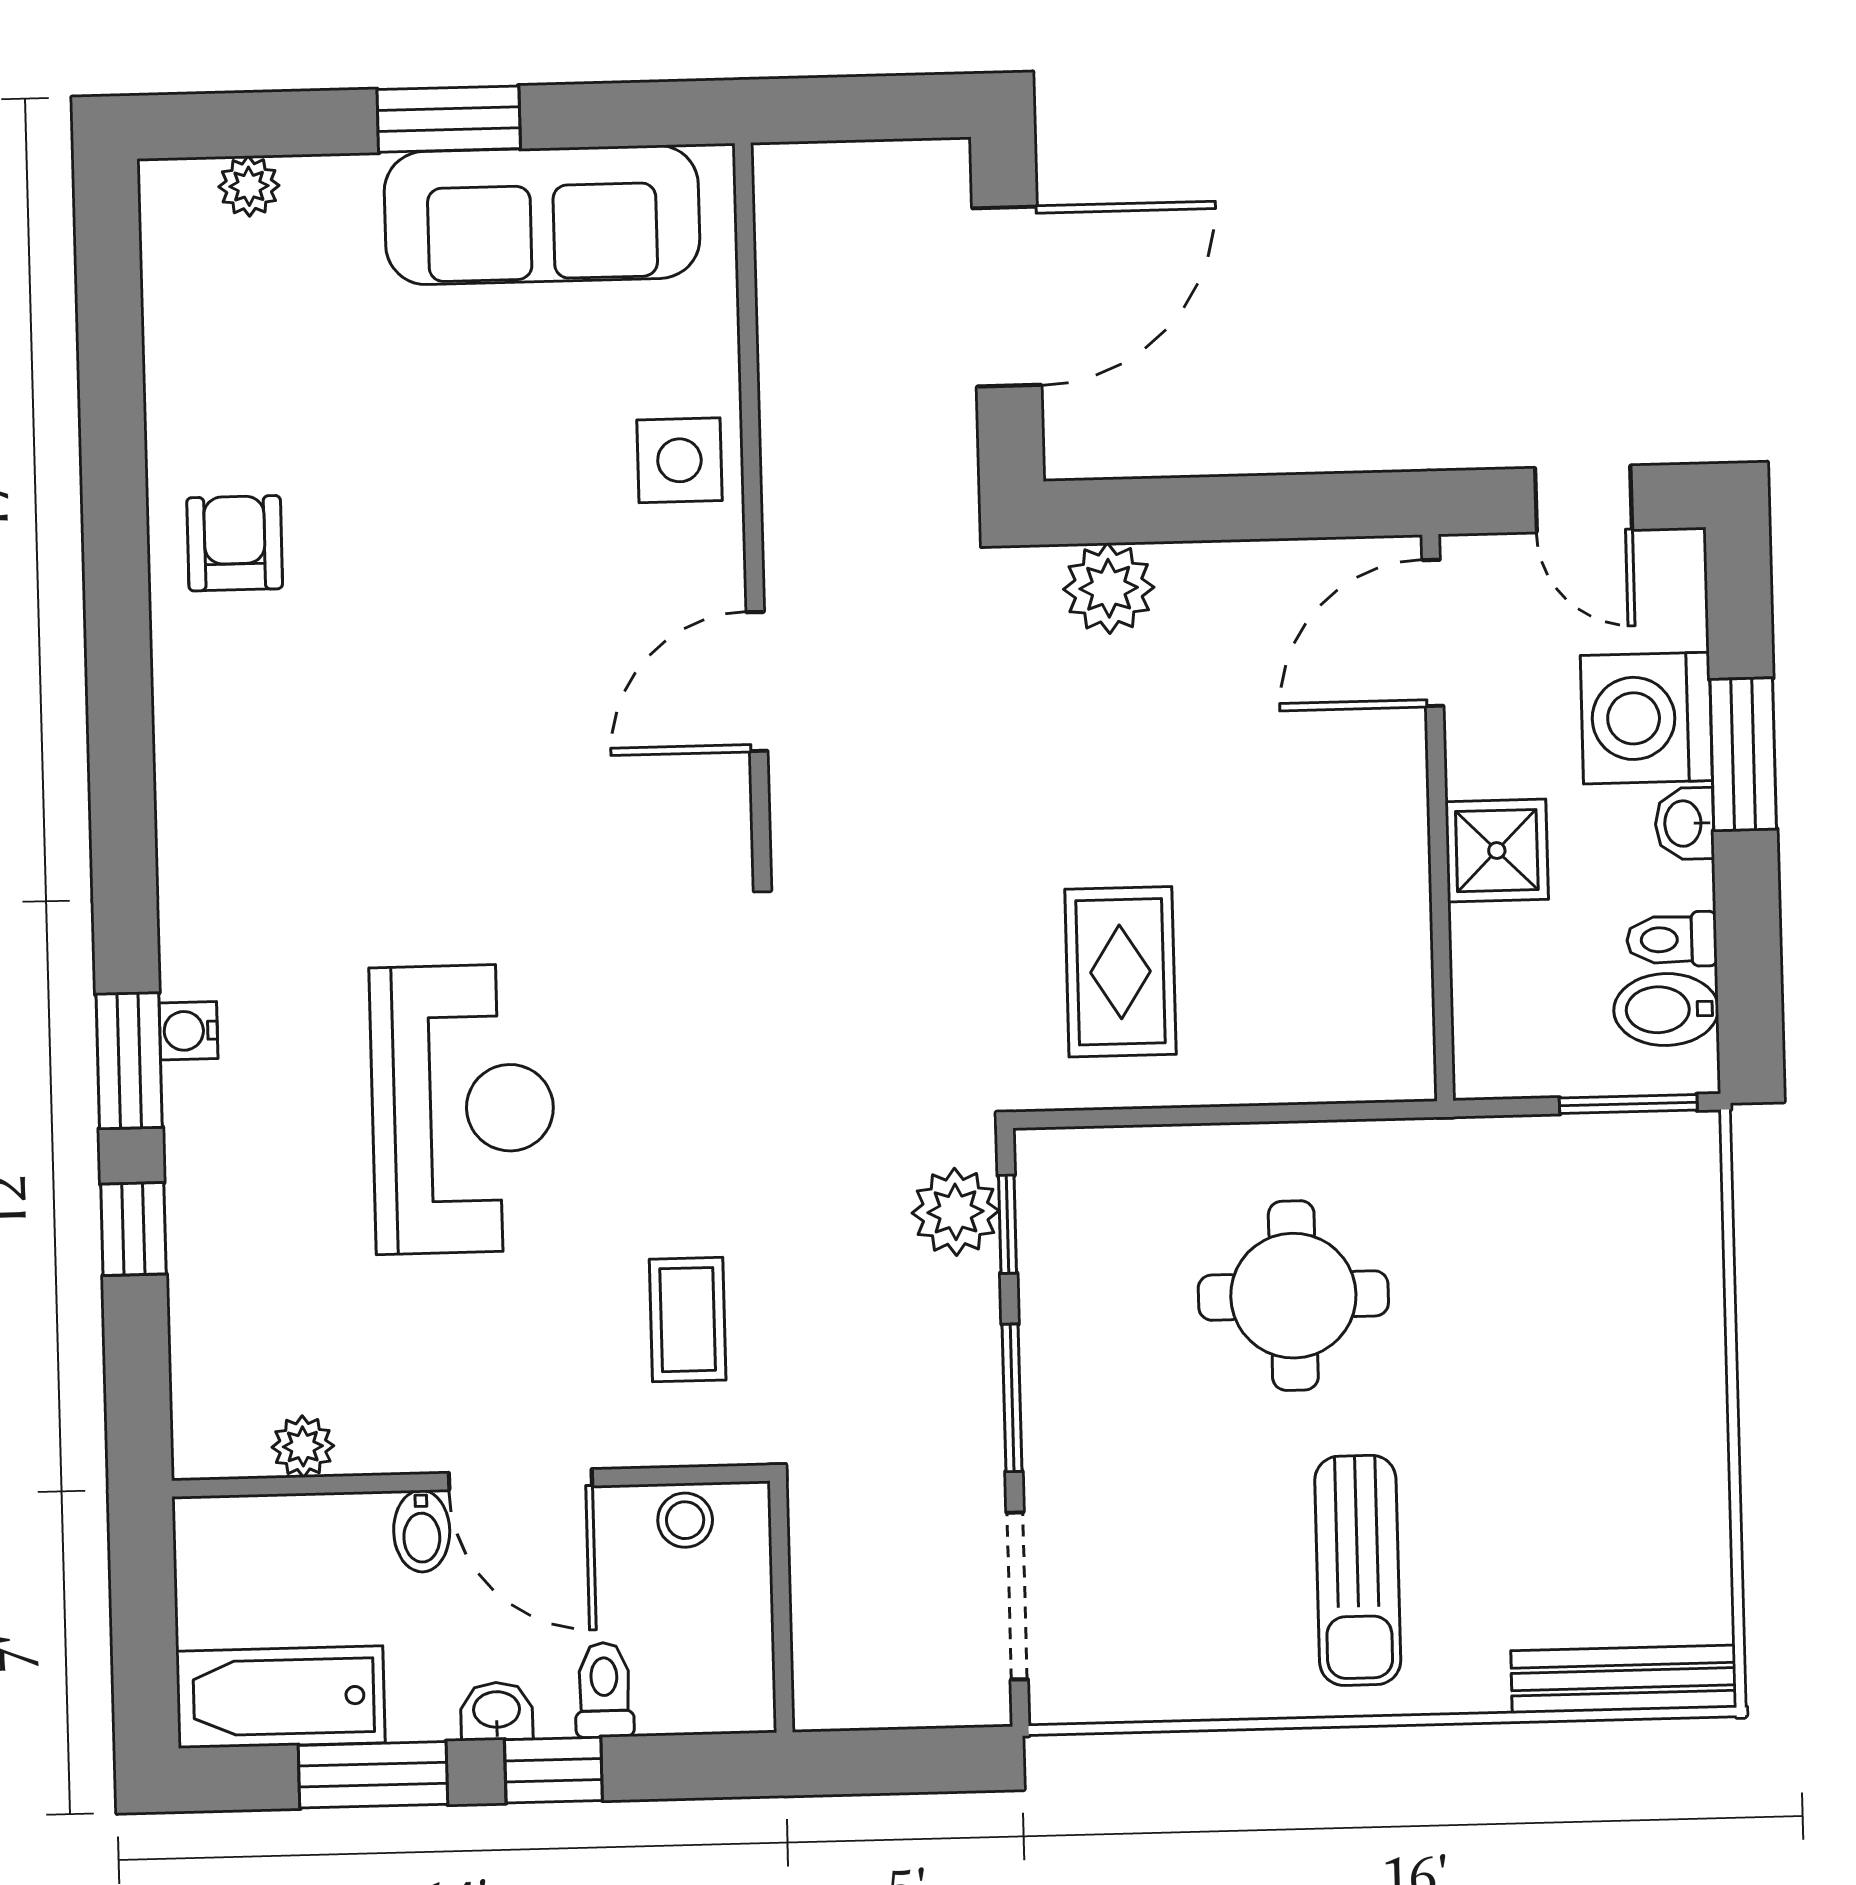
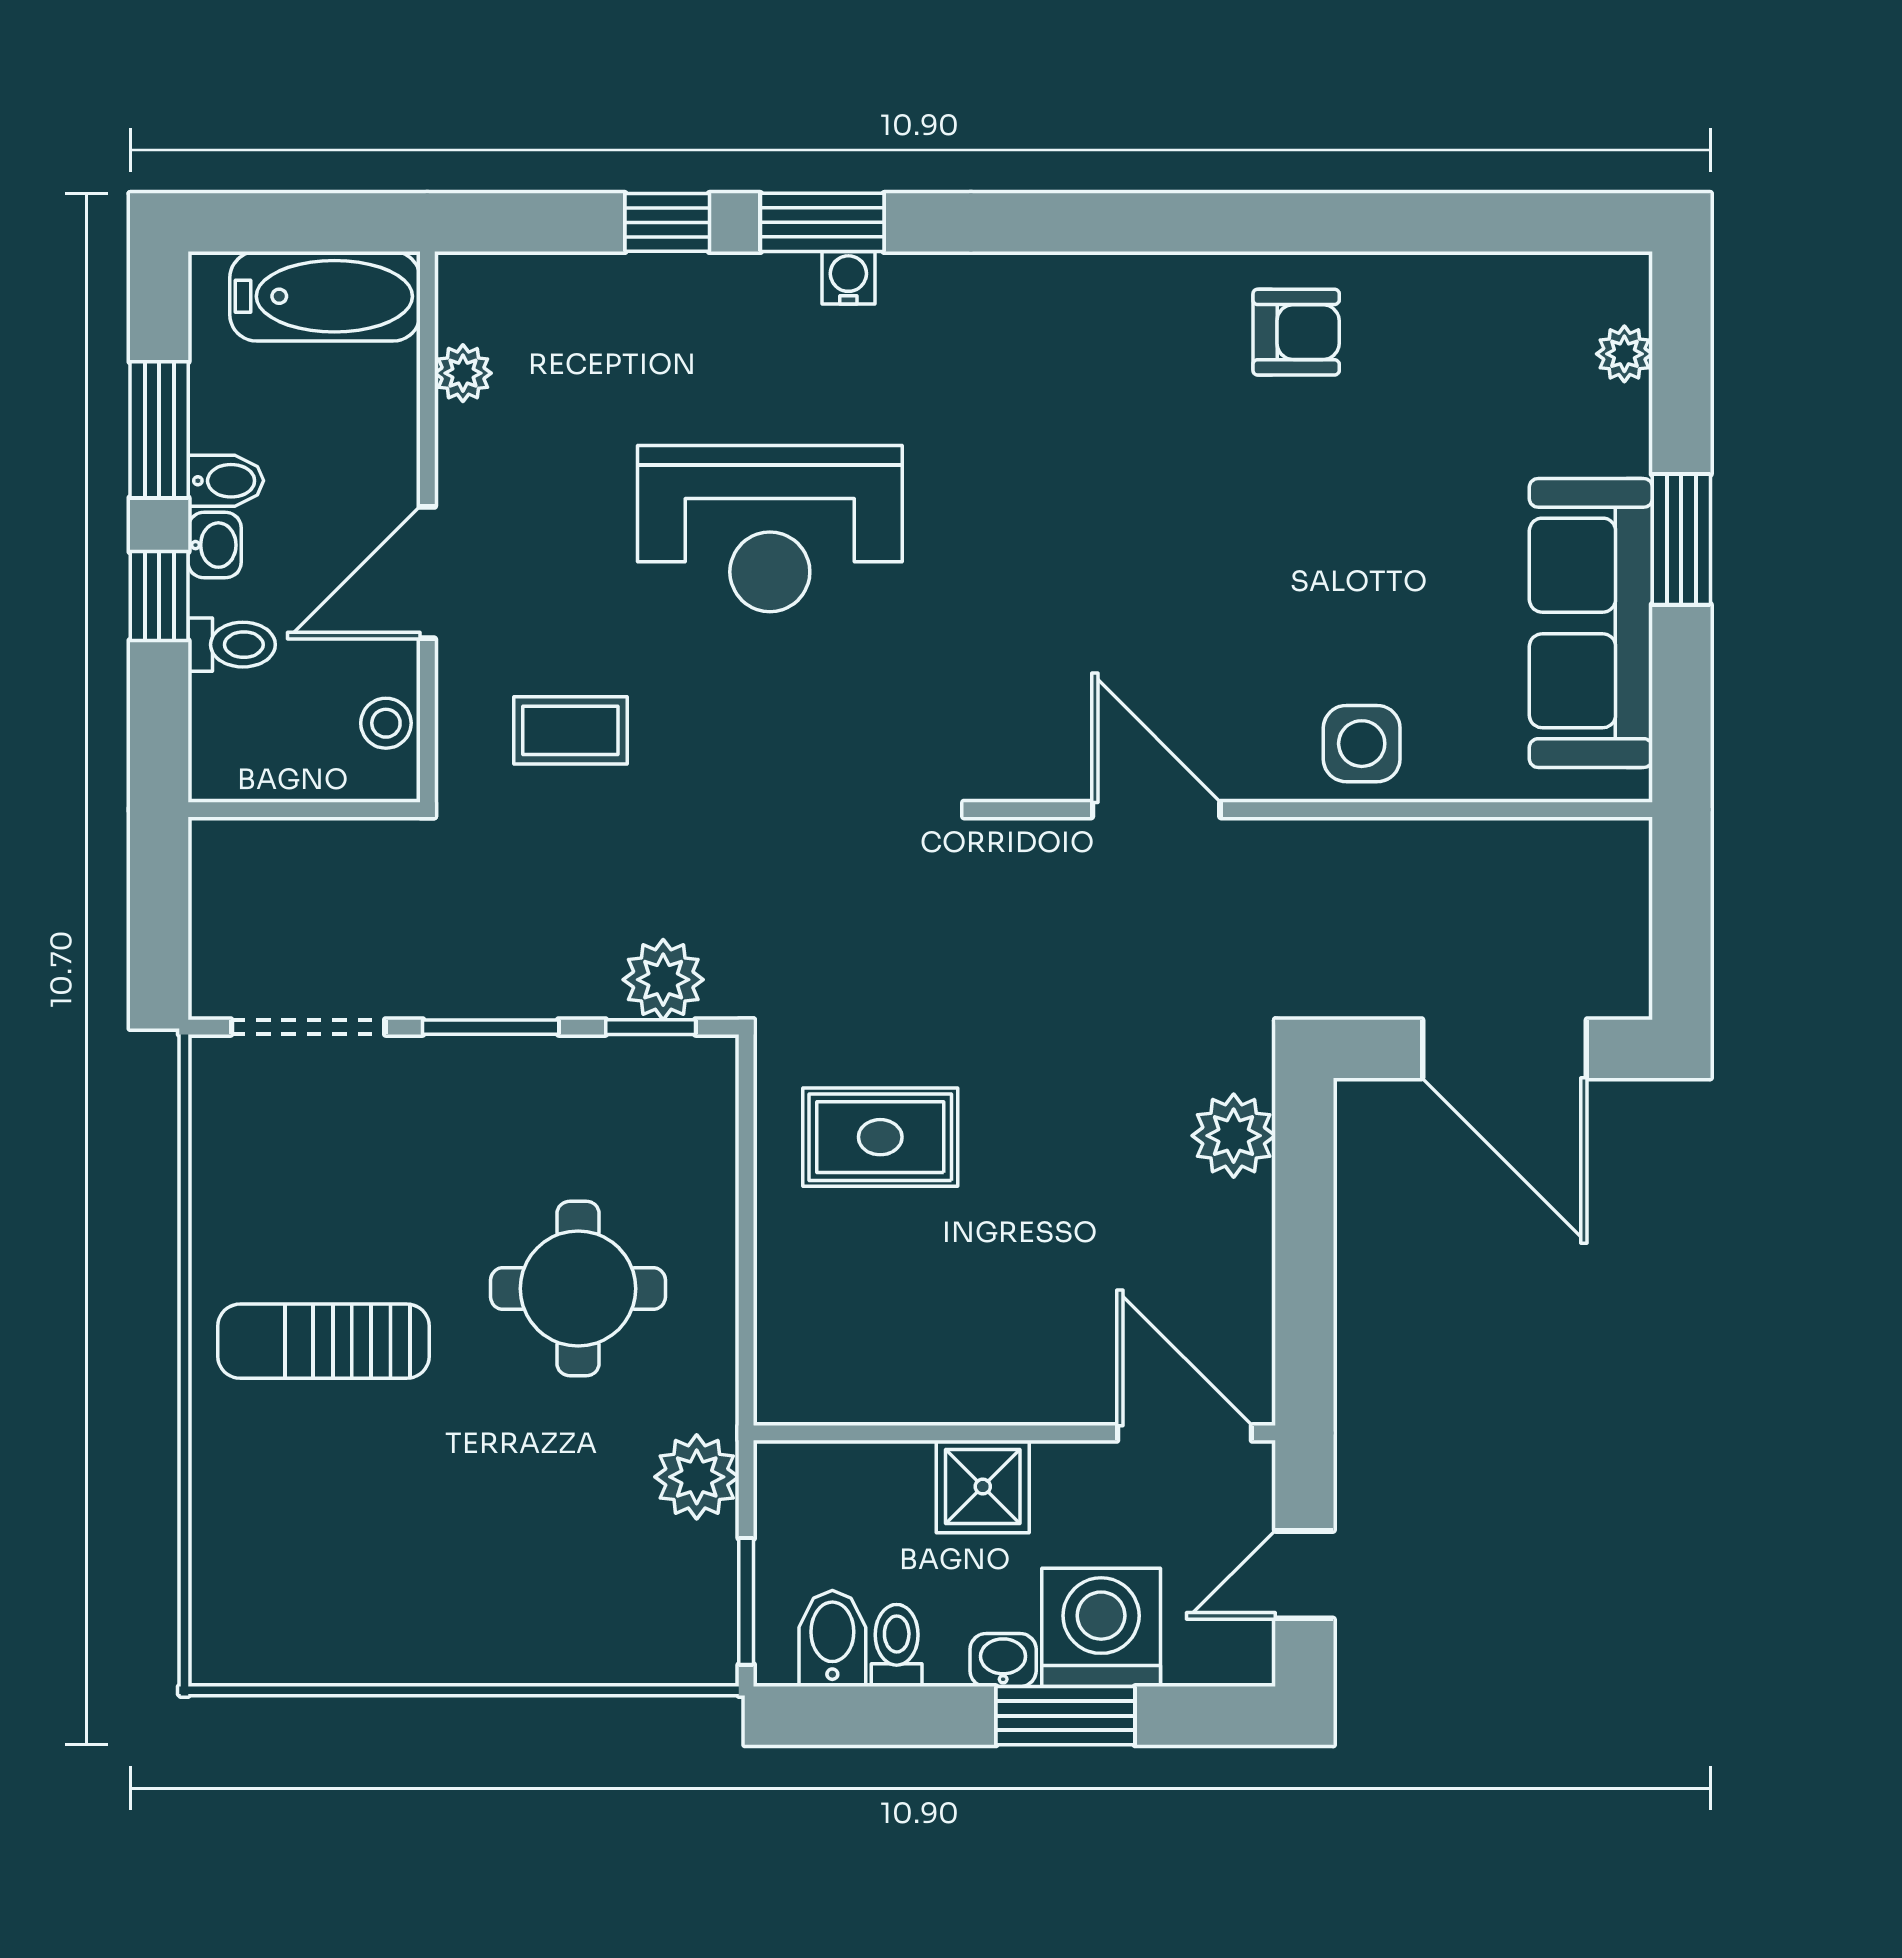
plant: (1495, 1161) -> (697, 1477), added
bidet: (422, 1531) -> (226, 481), moved, turned 180
bench: (1624, 1679) -> (217, 1583), removed
bathtub: (281, 1697) -> (325, 296), moved, turned 90

